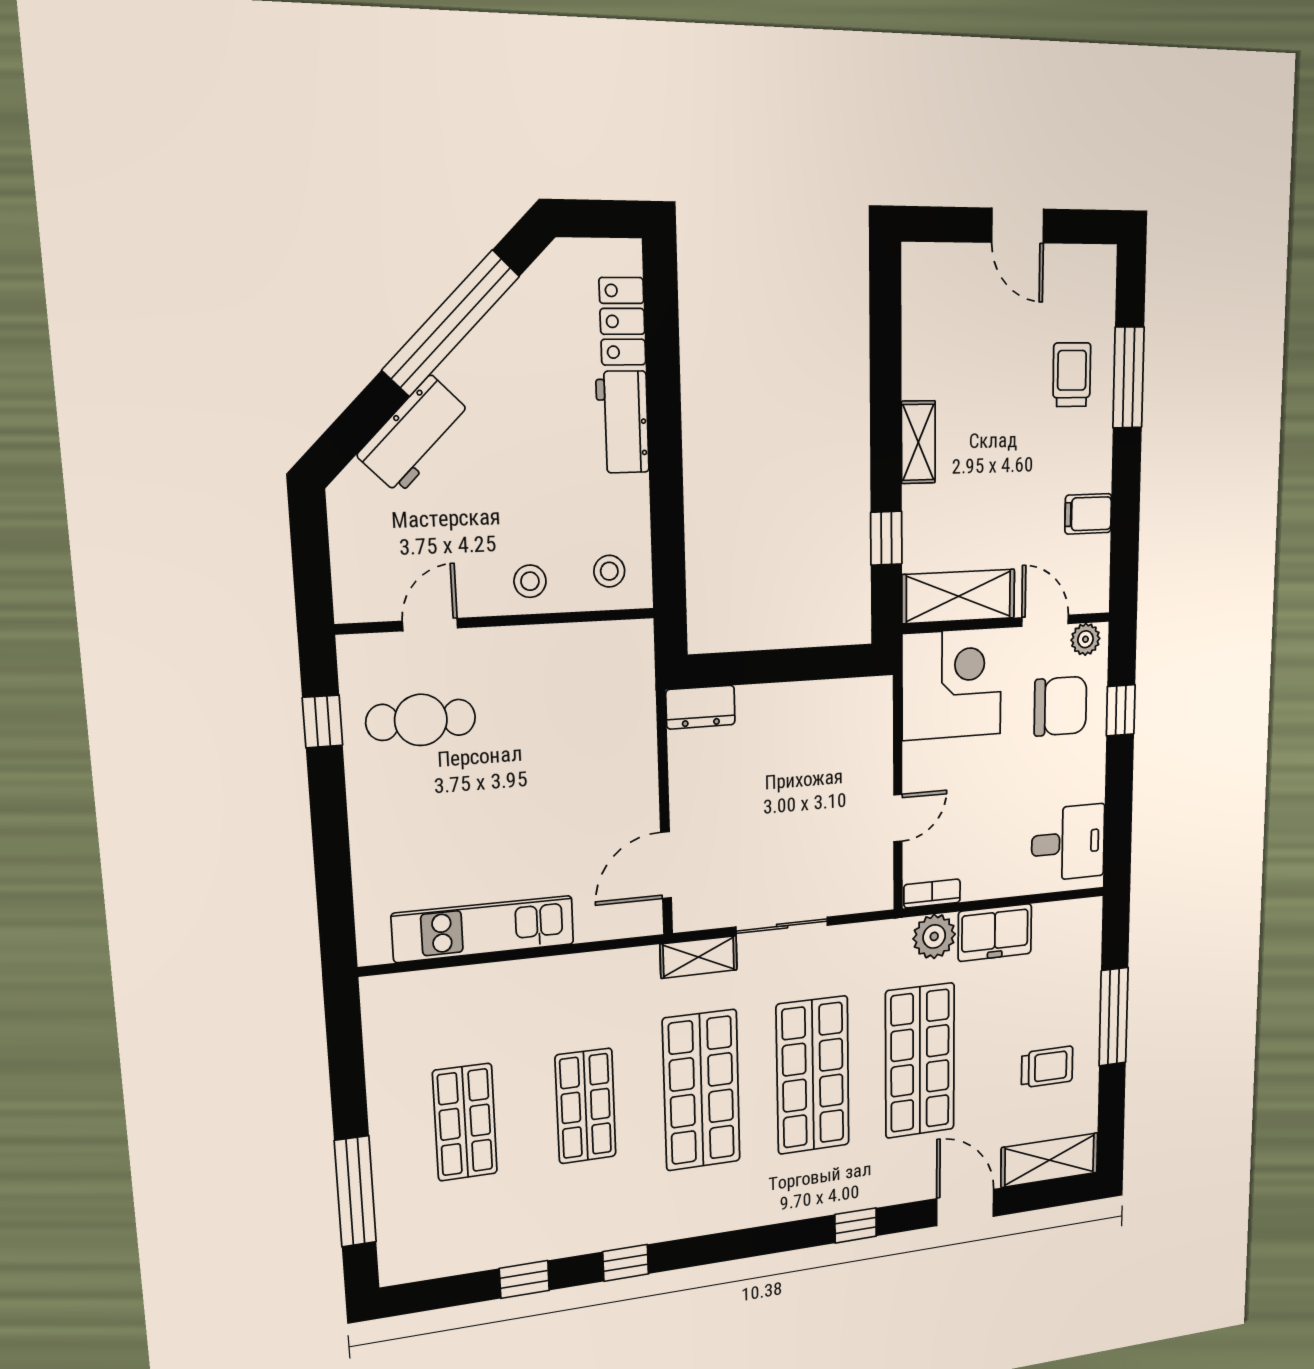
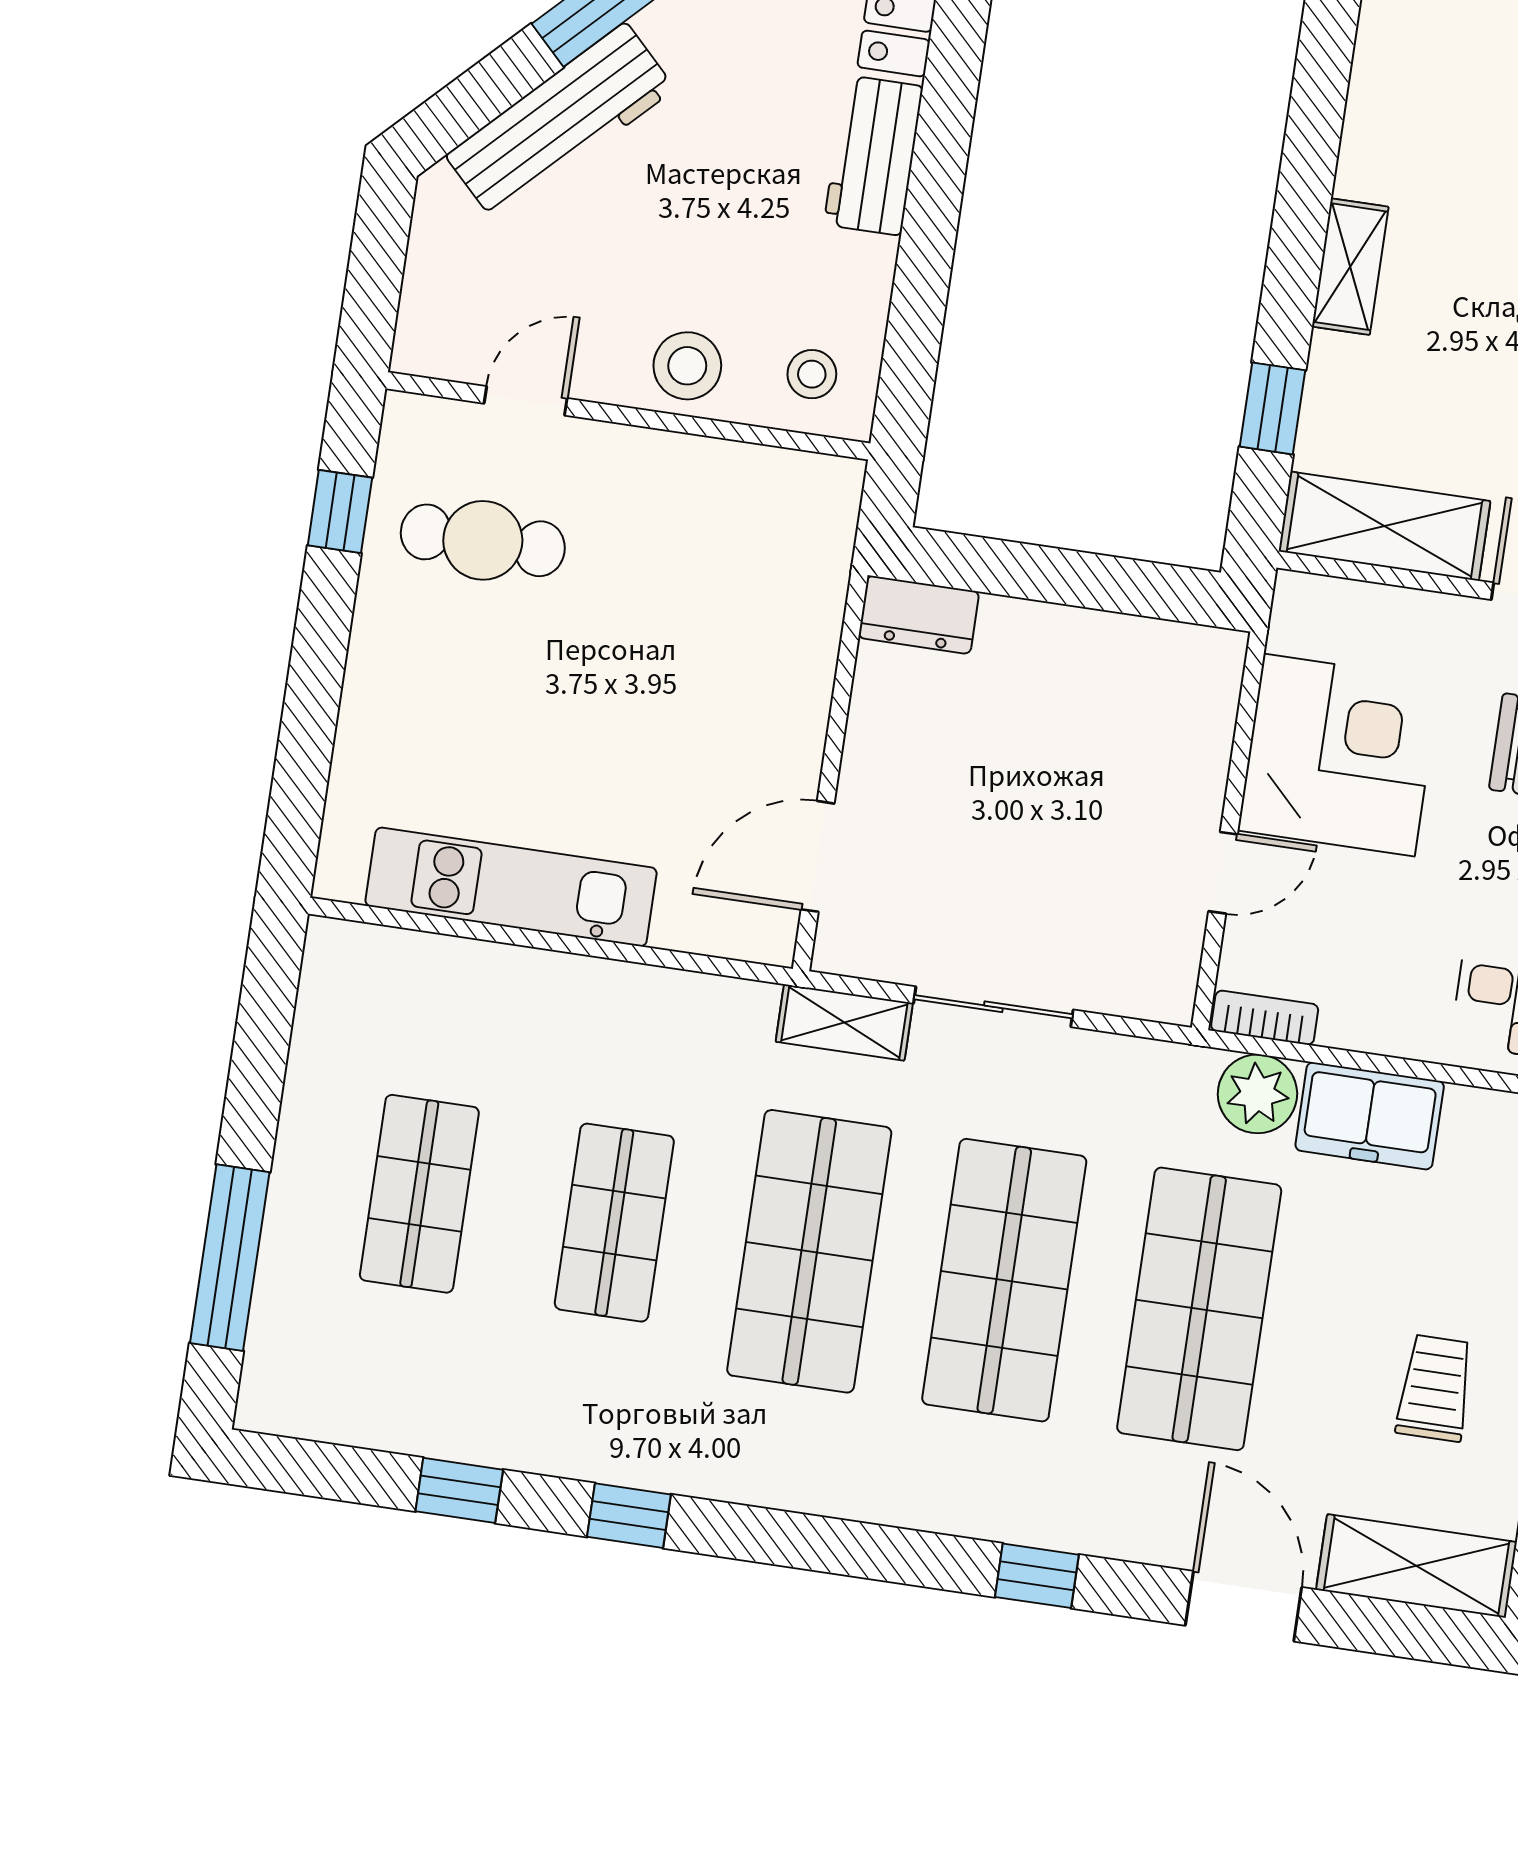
workbench: (415, 435) -> (560, 122), width x1.38
stool: (530, 581) -> (687, 366), width x1.37, depth x1.37
corner desk: (952, 684) -> (1339, 755), moved
trolley: (1047, 1067) -> (1435, 1388), turned -90

